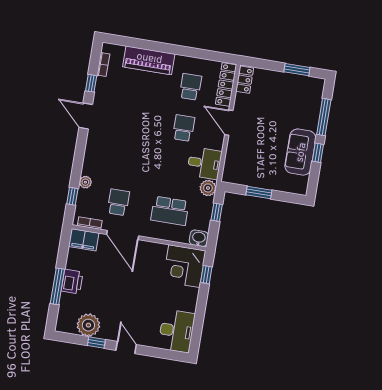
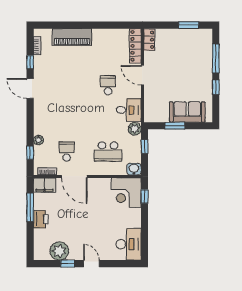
school desk: (190, 87) -> (108, 52), removed
sofa: (300, 152) -> (187, 112), moved, turned 90
window: (57, 286) -> (30, 207), moved

